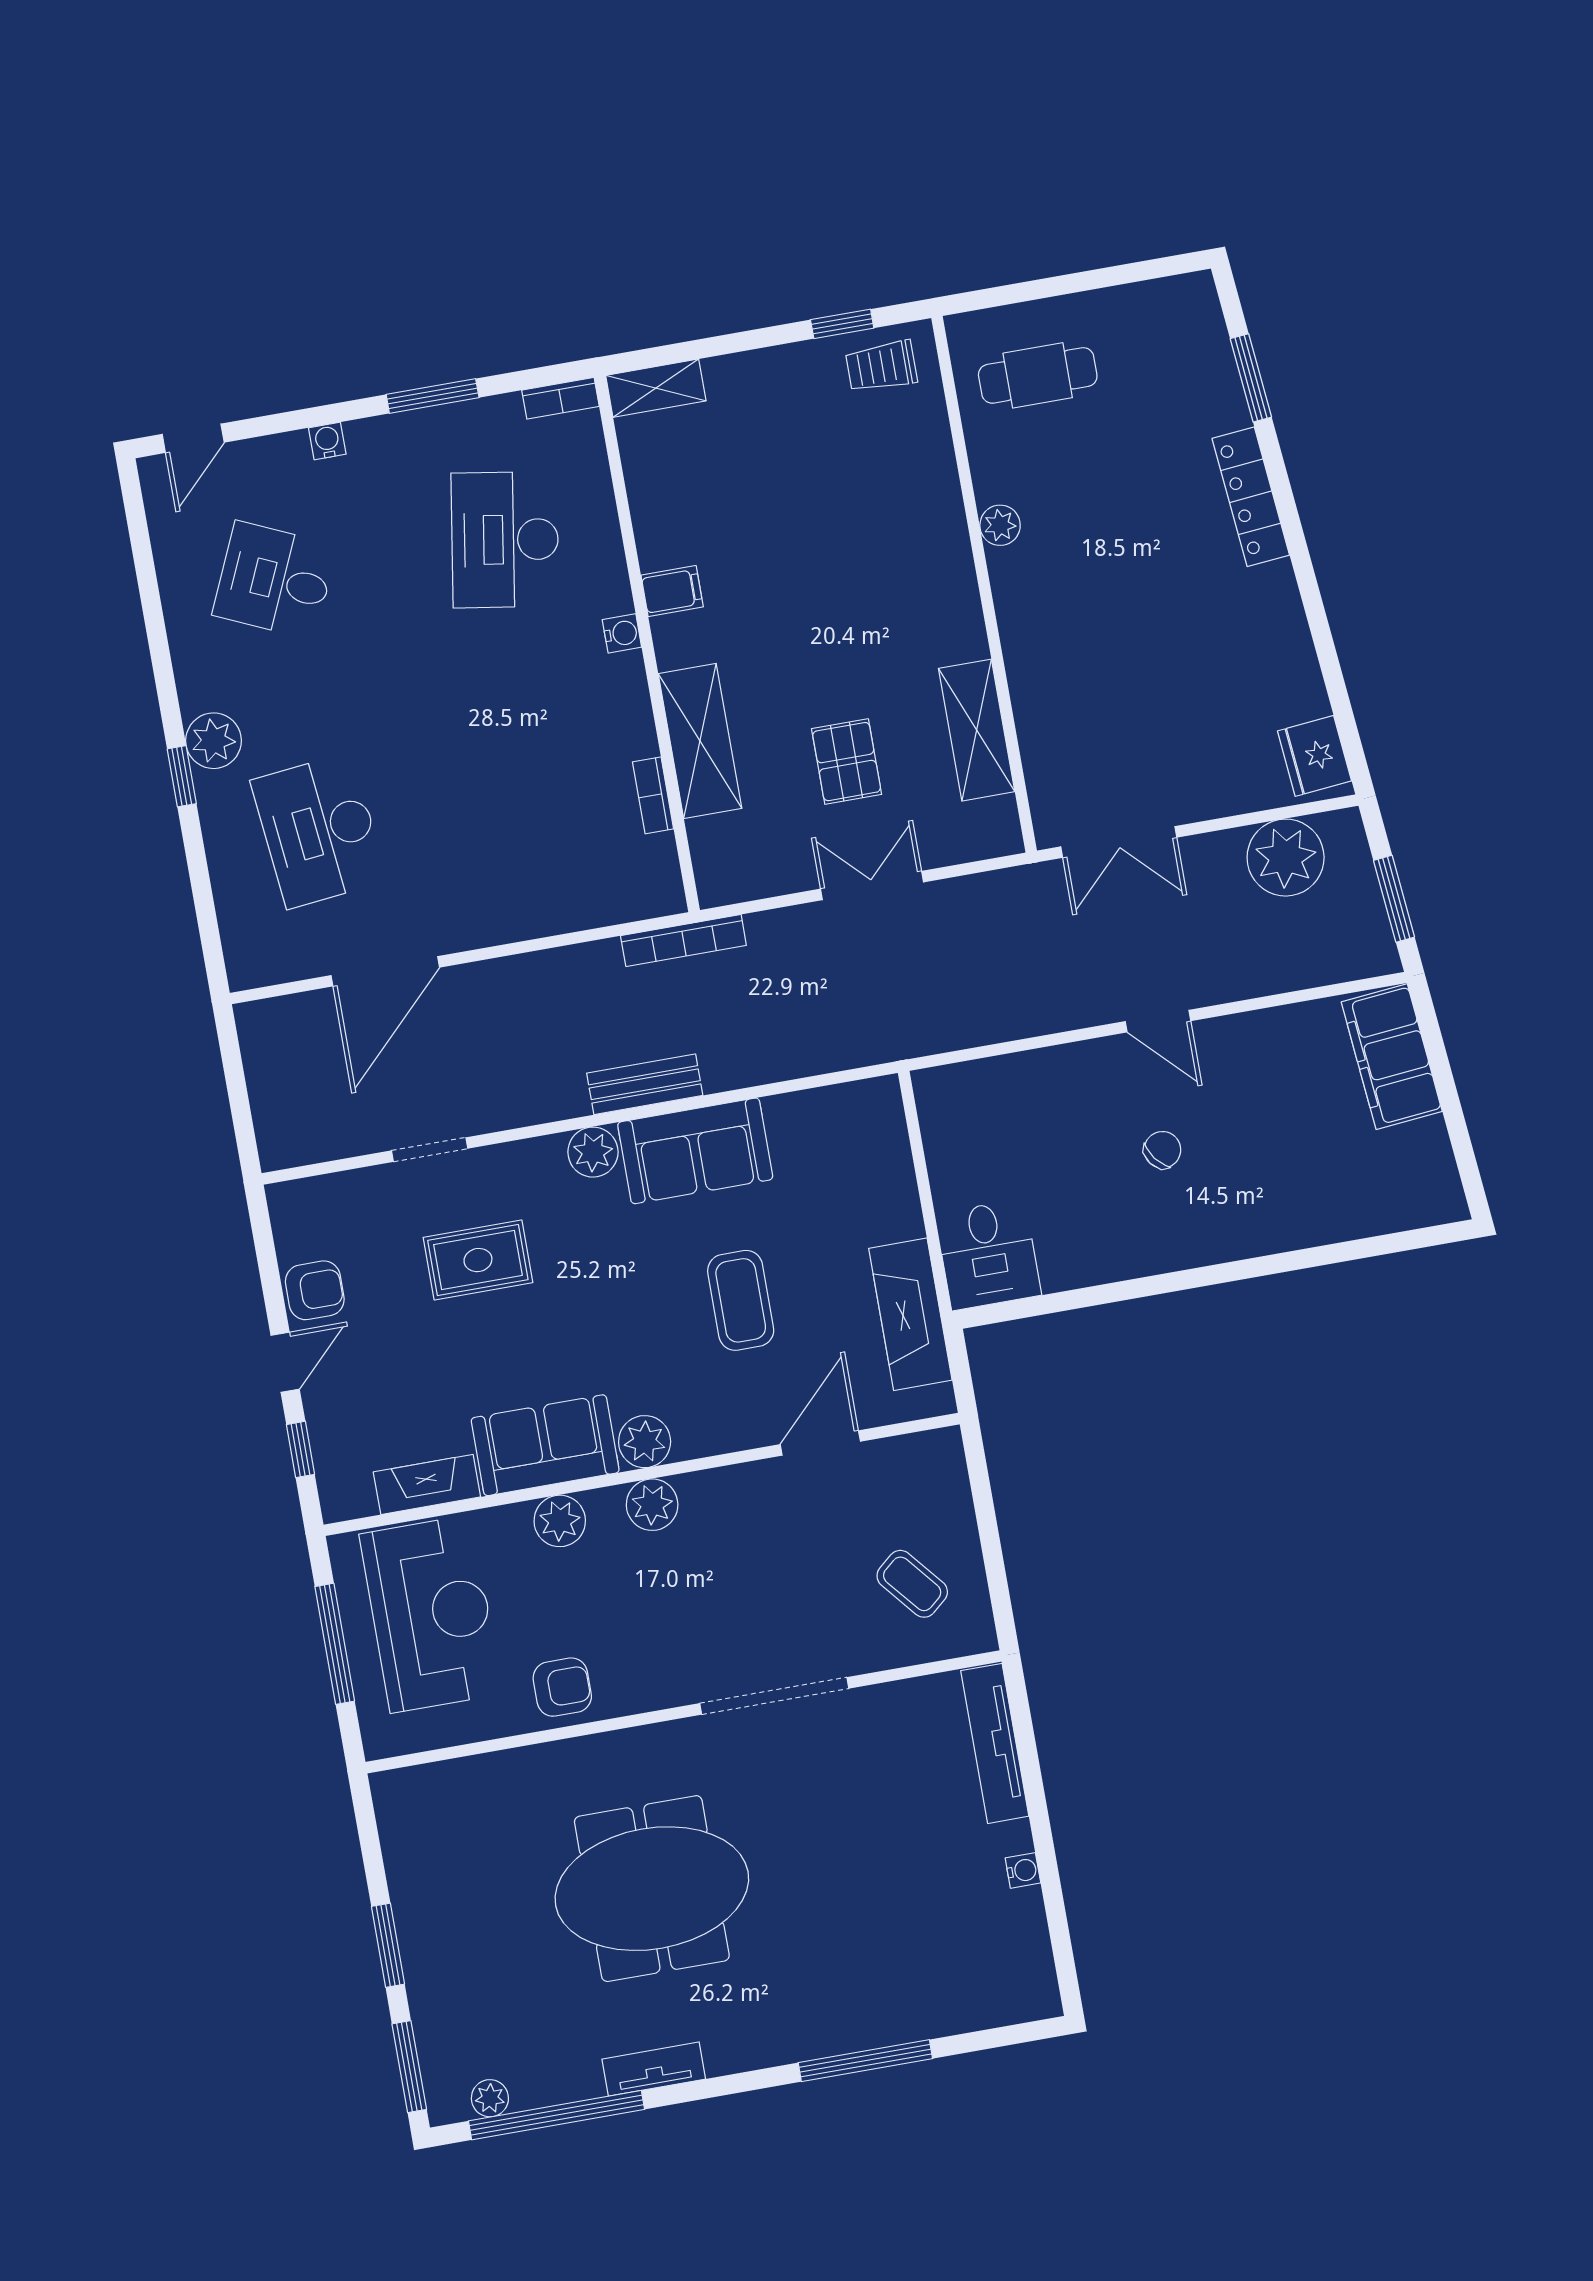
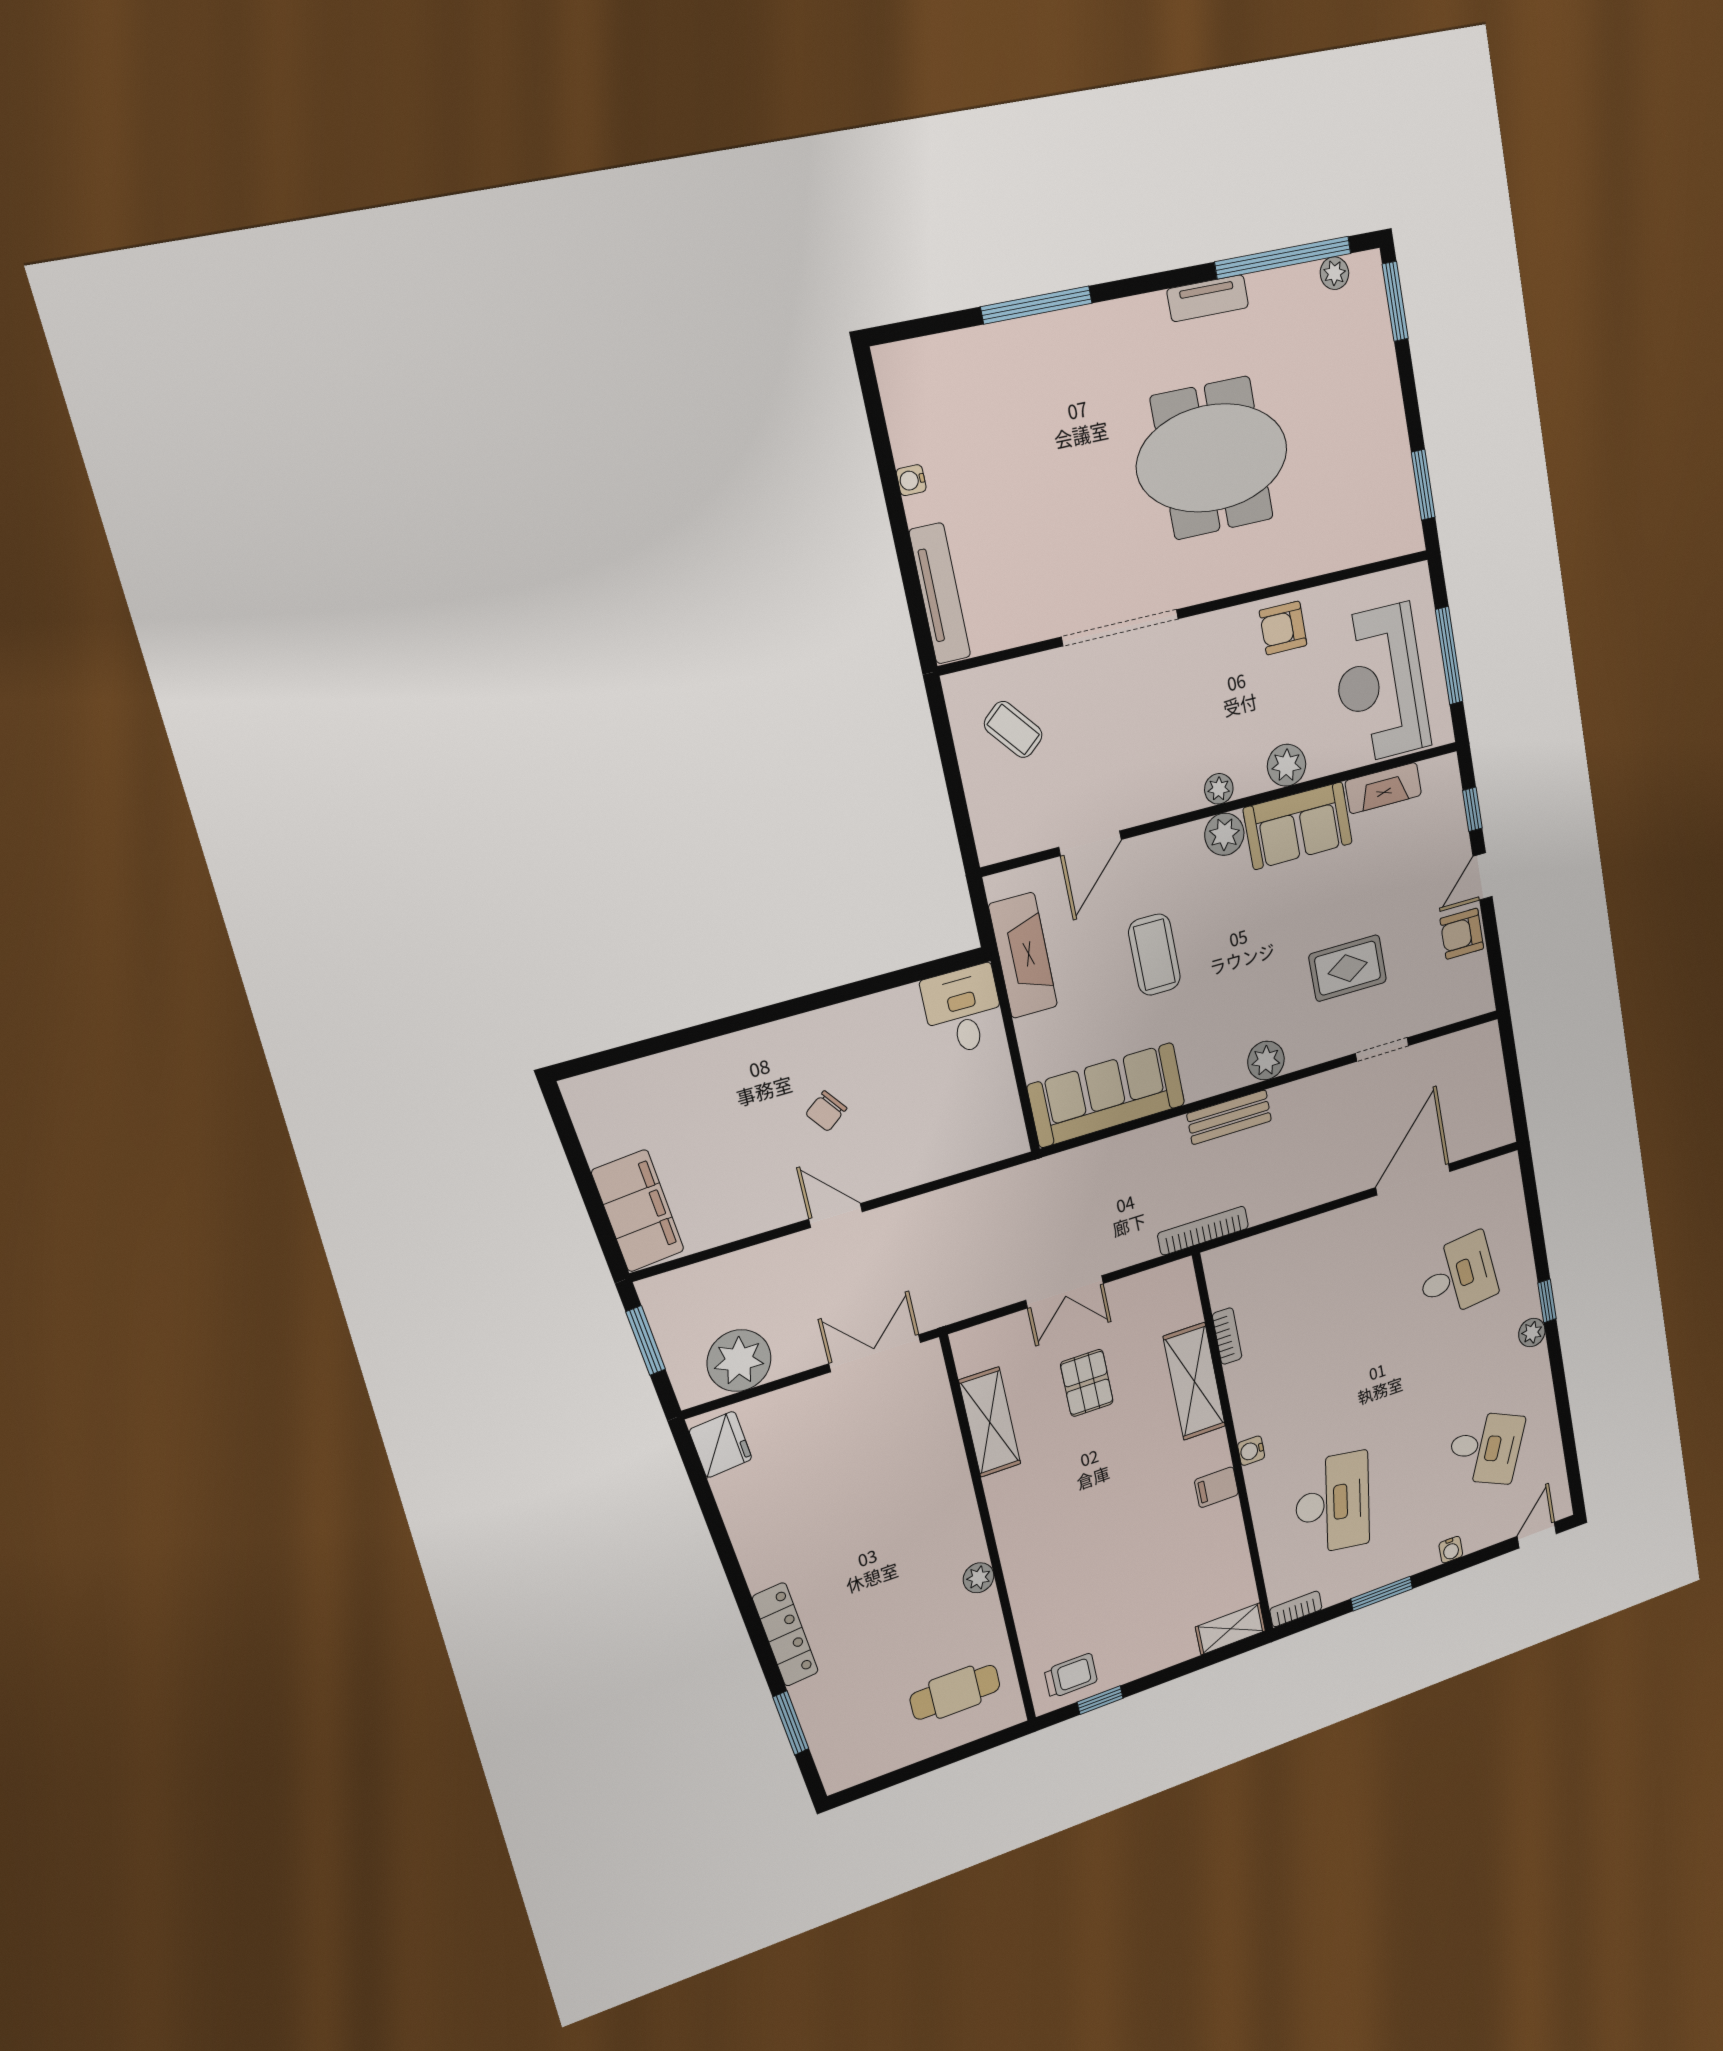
plant: (214, 741) -> (1532, 1333), width x0.73, depth x0.73
desk: (319, 831) -> (1457, 1276), width x0.73
sofa: (695, 1151) -> (1107, 1095), moved, width x1.36
plant: (652, 1505) -> (1219, 789), width x0.73, depth x0.73
window: (388, 1945) -> (1423, 485), moved

